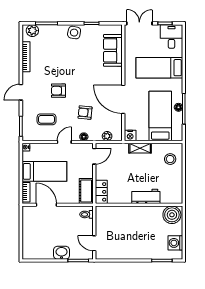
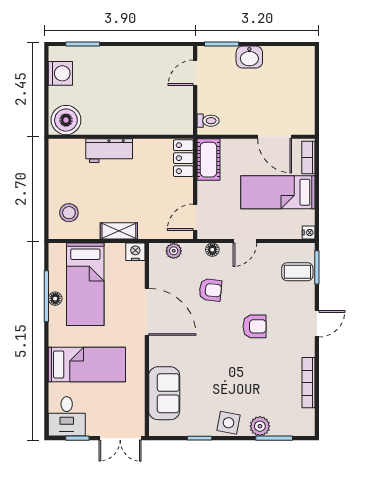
plant: (32, 31) -> (260, 426), moved
coffee table: (47, 119) -> (297, 272), moved
door: (94, 243) -> (195, 73), swing flipped

